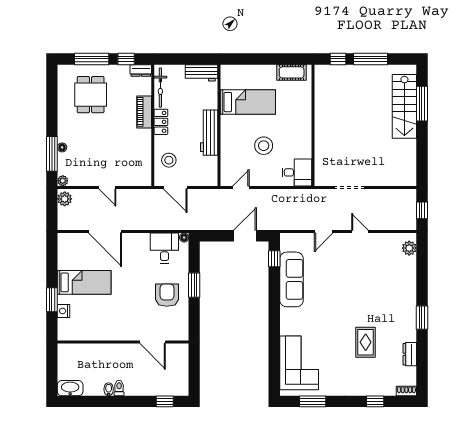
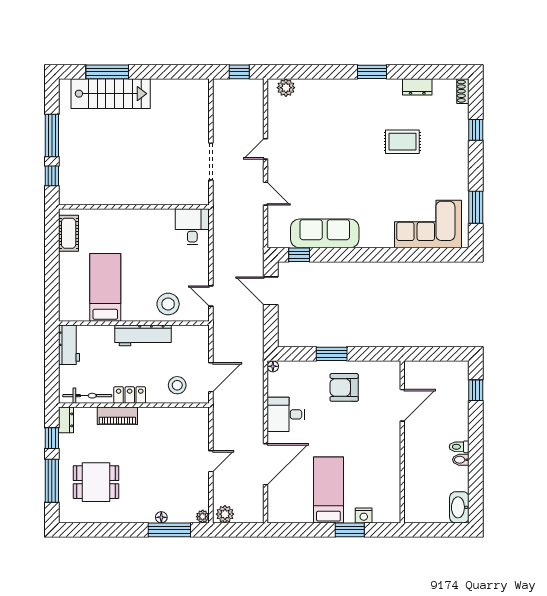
stool: (264, 146) -> (168, 304), moved
desk: (164, 248) -> (286, 414), moved

